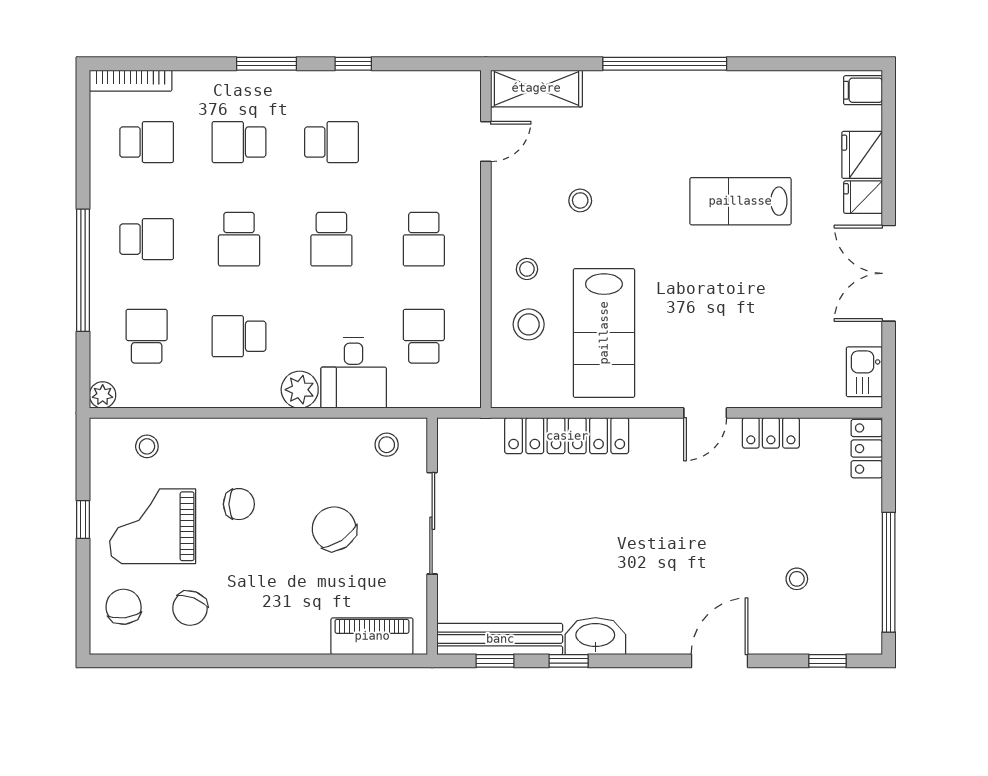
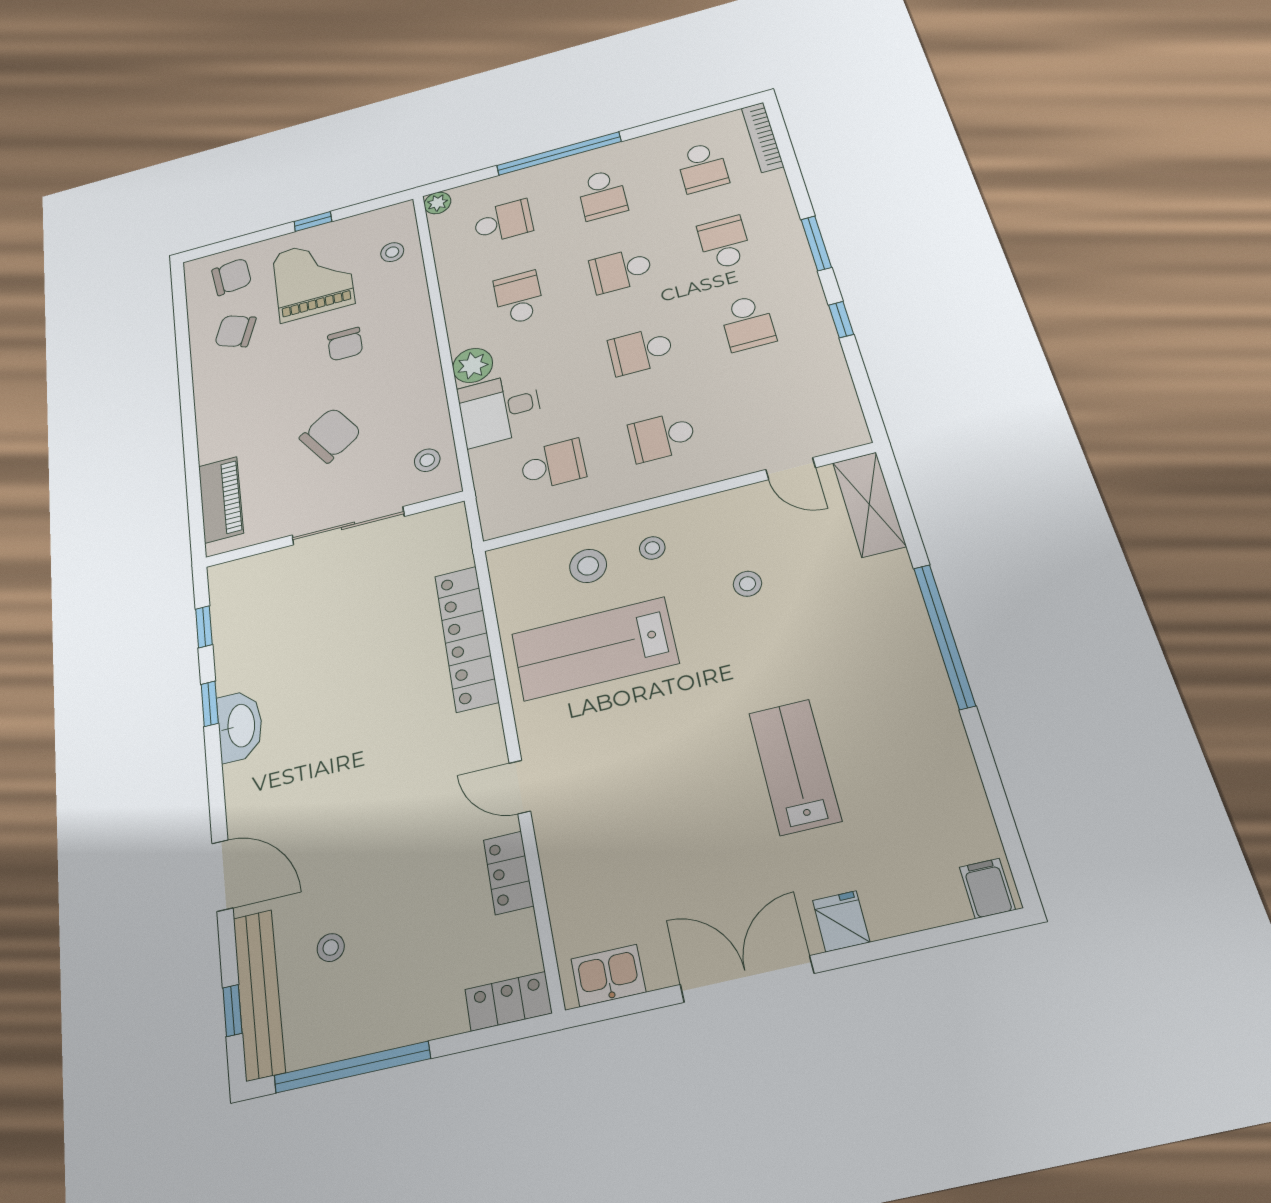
fridge: (862, 155) -> (898, 907), removed
bench: (500, 639) -> (259, 994), moved

